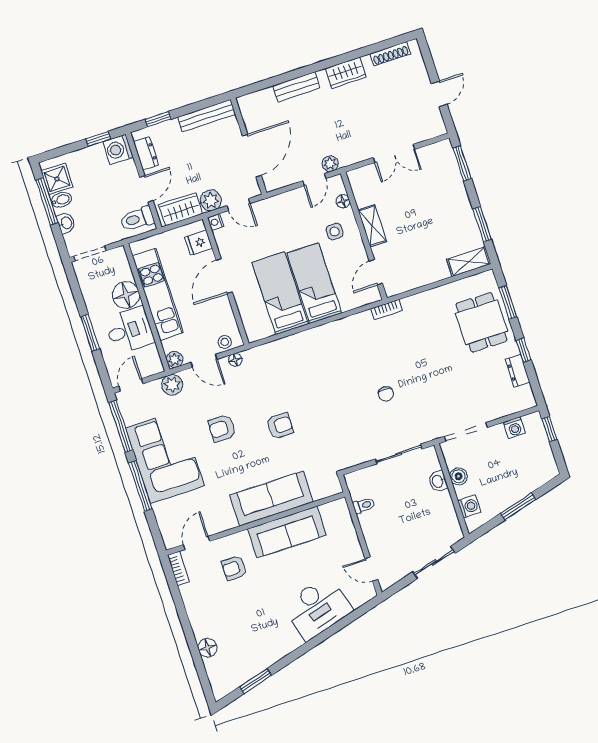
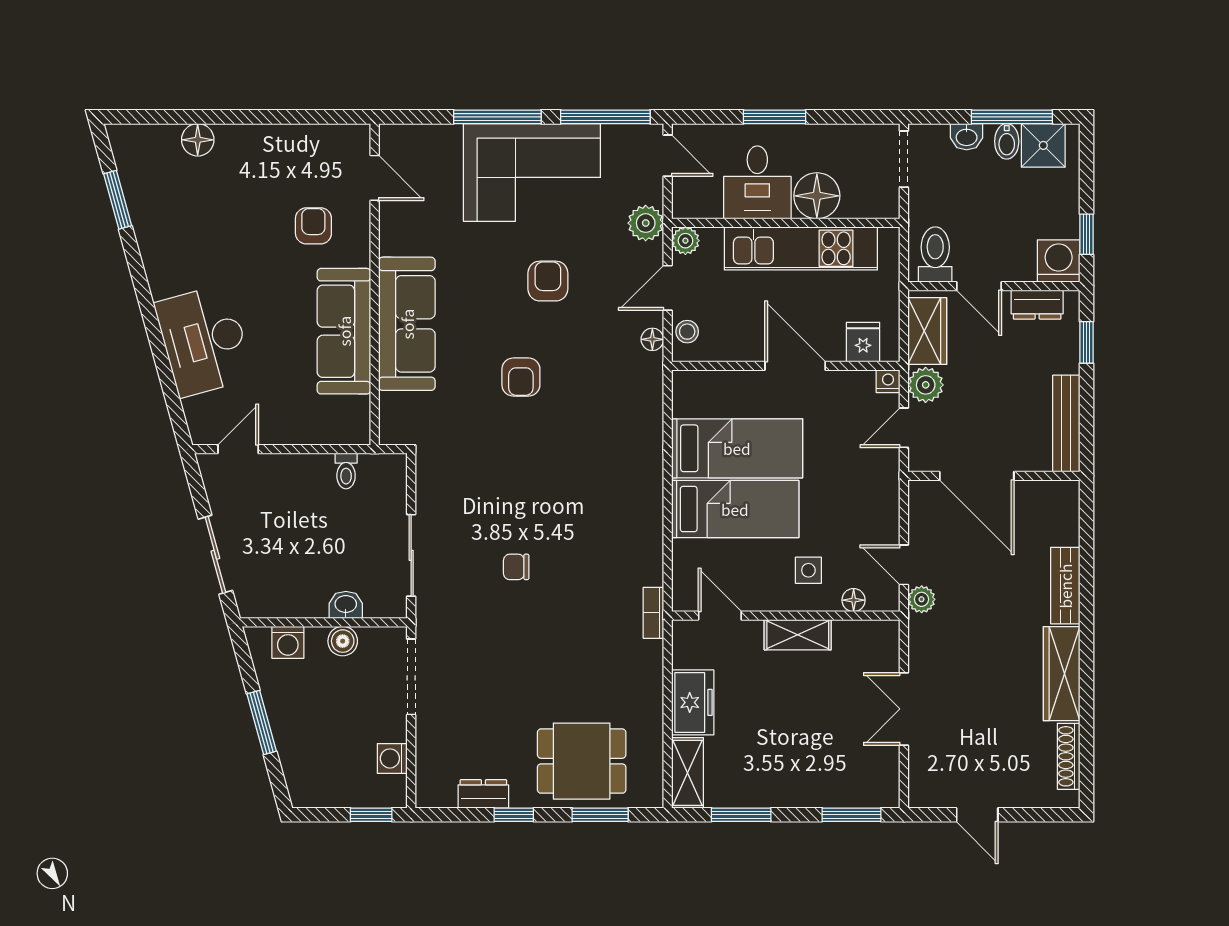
wardrobe: (346, 73) -> (1062, 674), width x1.50
freezer: (429, 272) -> (693, 702), added
bookcase: (178, 568) -> (343, 135), removed

